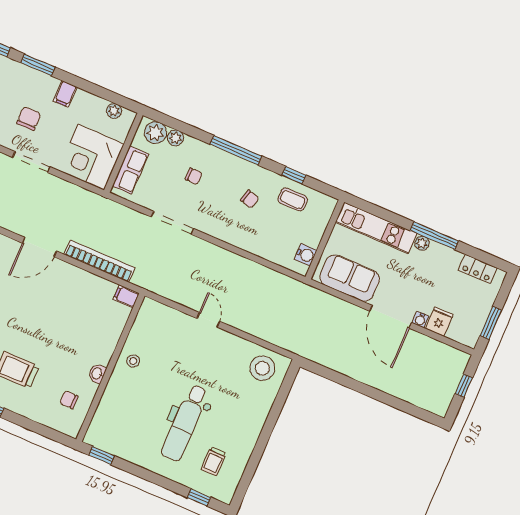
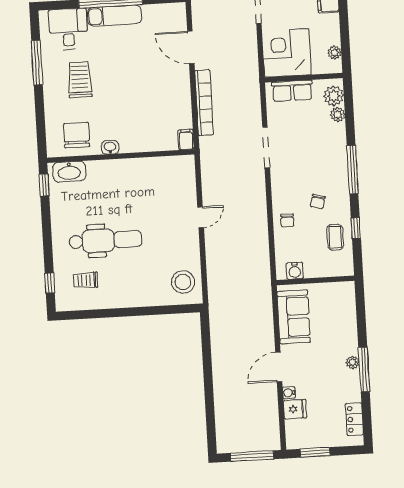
chair: (194, 176) -> (287, 220), moved
kitchen unit: (376, 228) -> (346, 318), removed
door: (391, 317) -> (279, 367), width x0.73
stool: (133, 361) -> (135, 172), removed
window: (464, 386) -> (252, 456), width x2.17
chair: (69, 400) -> (77, 135), width x1.87, depth x1.87
dental chair: (185, 423) -> (106, 240), turned 180
washbasin: (101, 425) -> (69, 172), added

